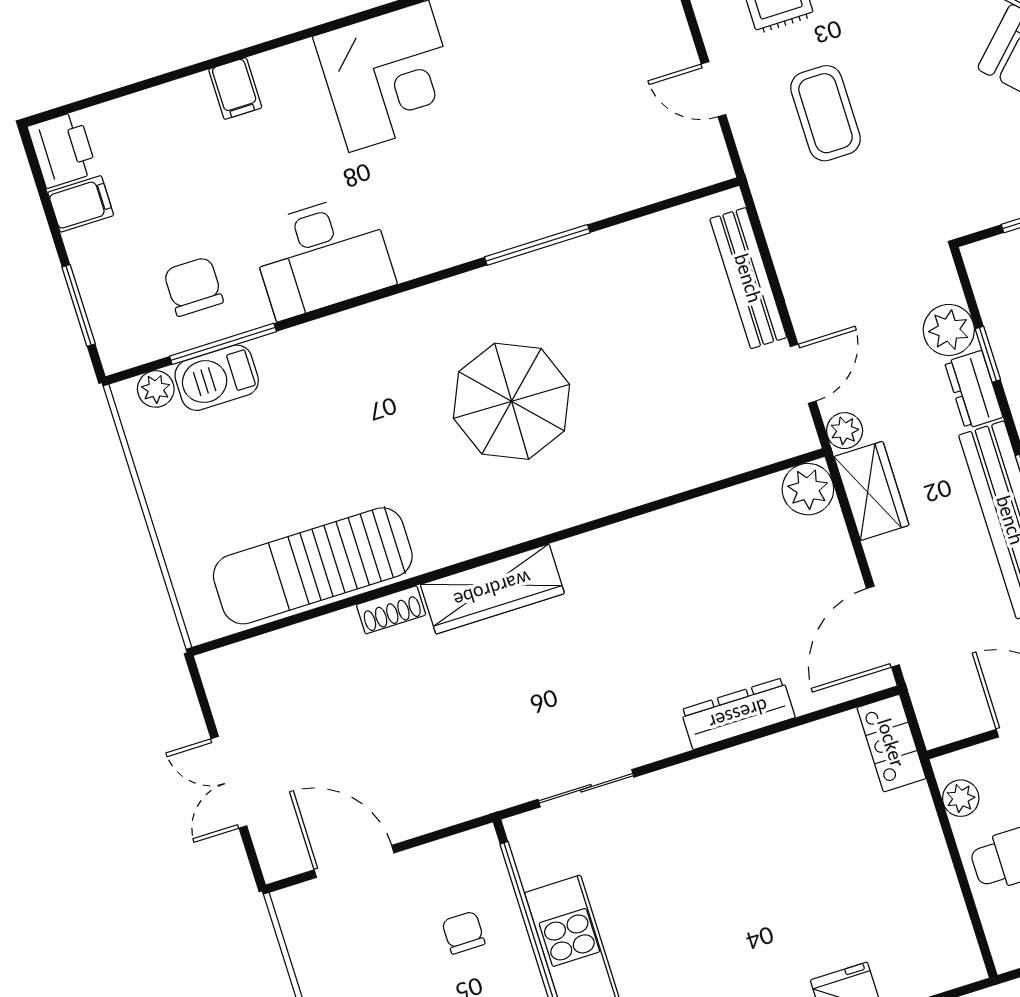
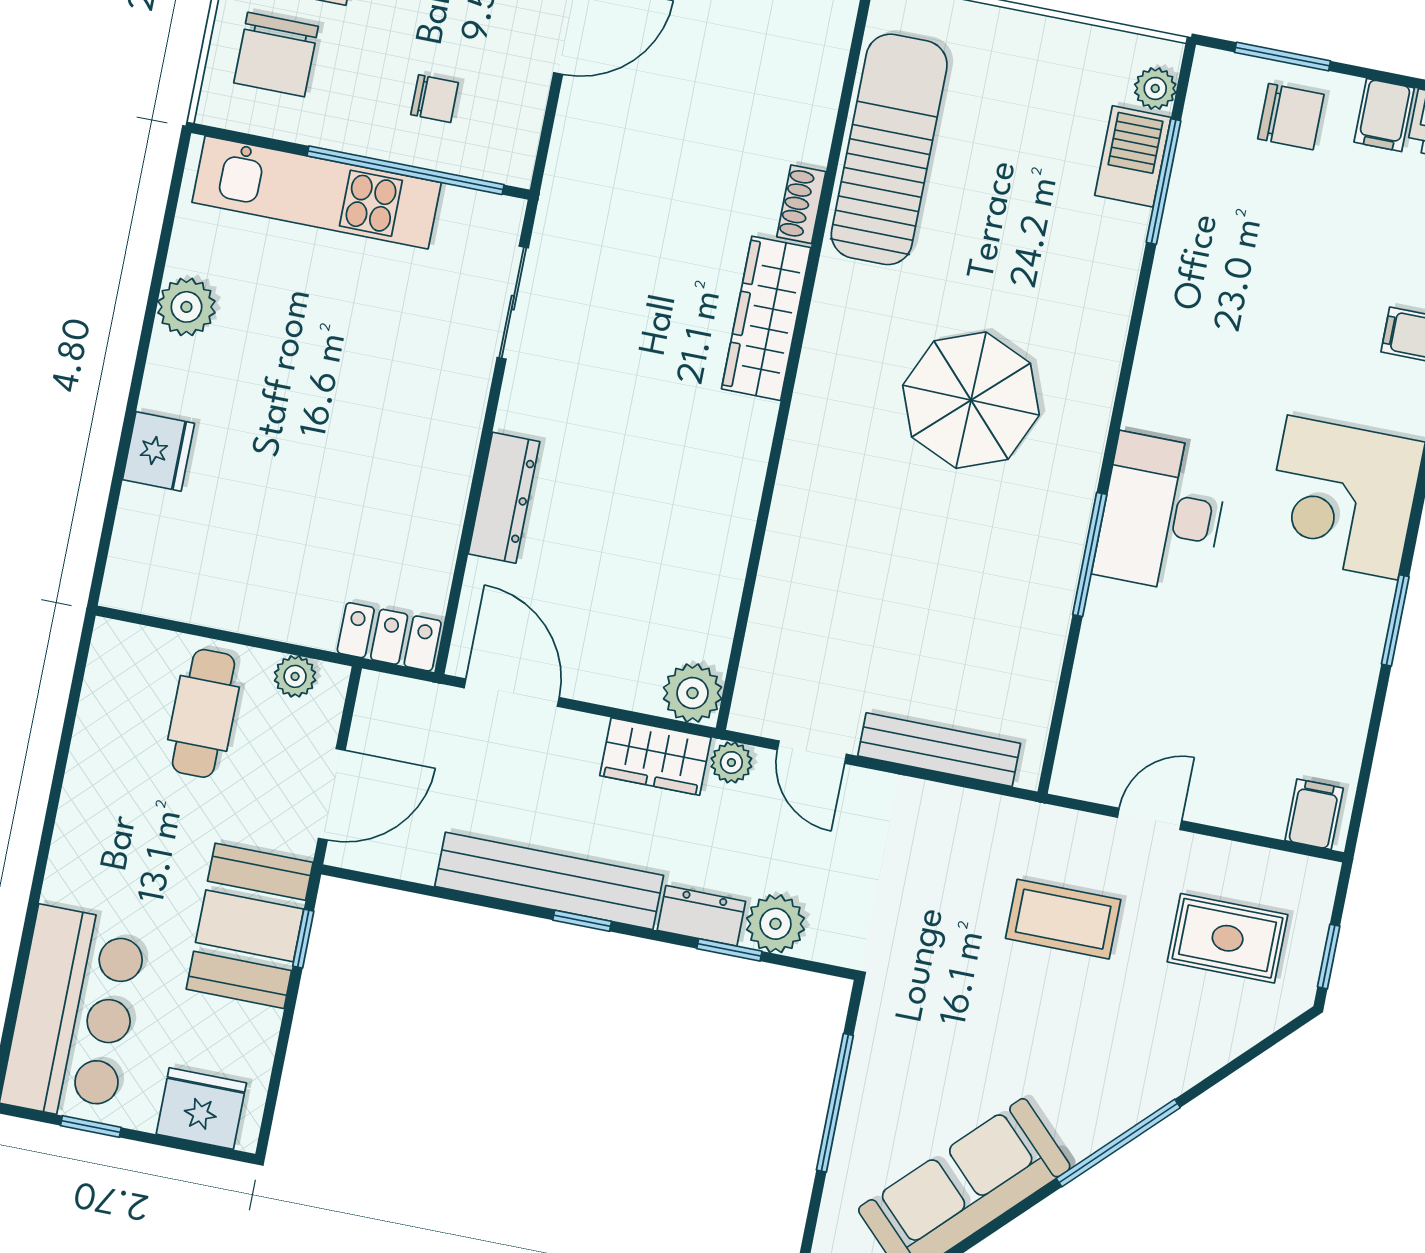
desk: (322, 256) -> (1162, 513), moved
chair: (193, 287) -> (1291, 117), moved
parasol: (512, 401) -> (971, 400), moved

